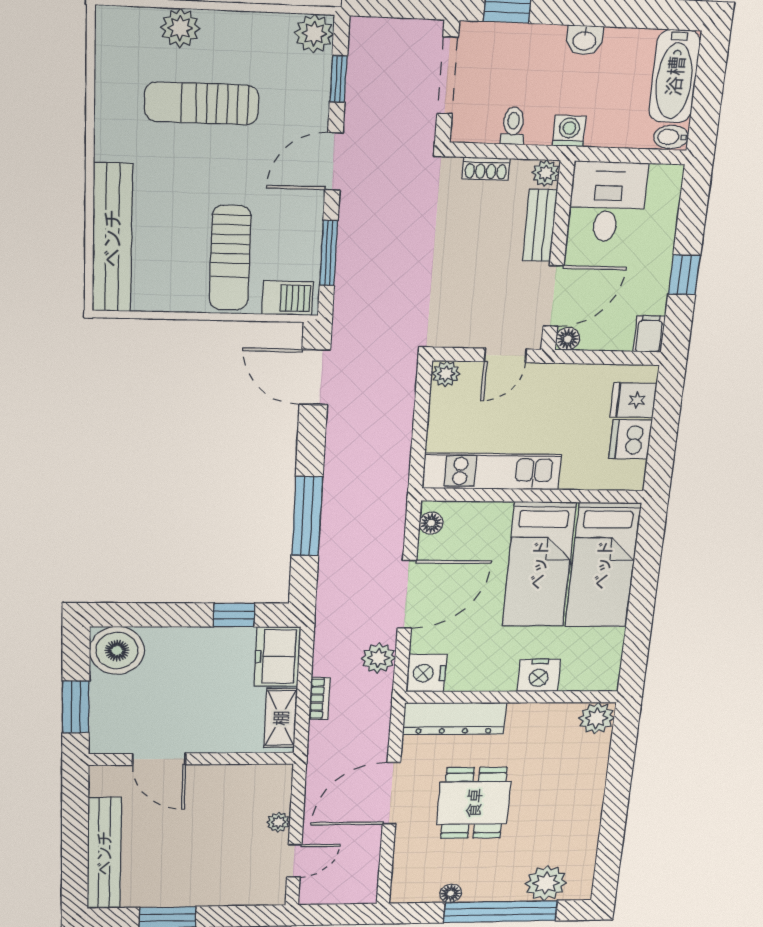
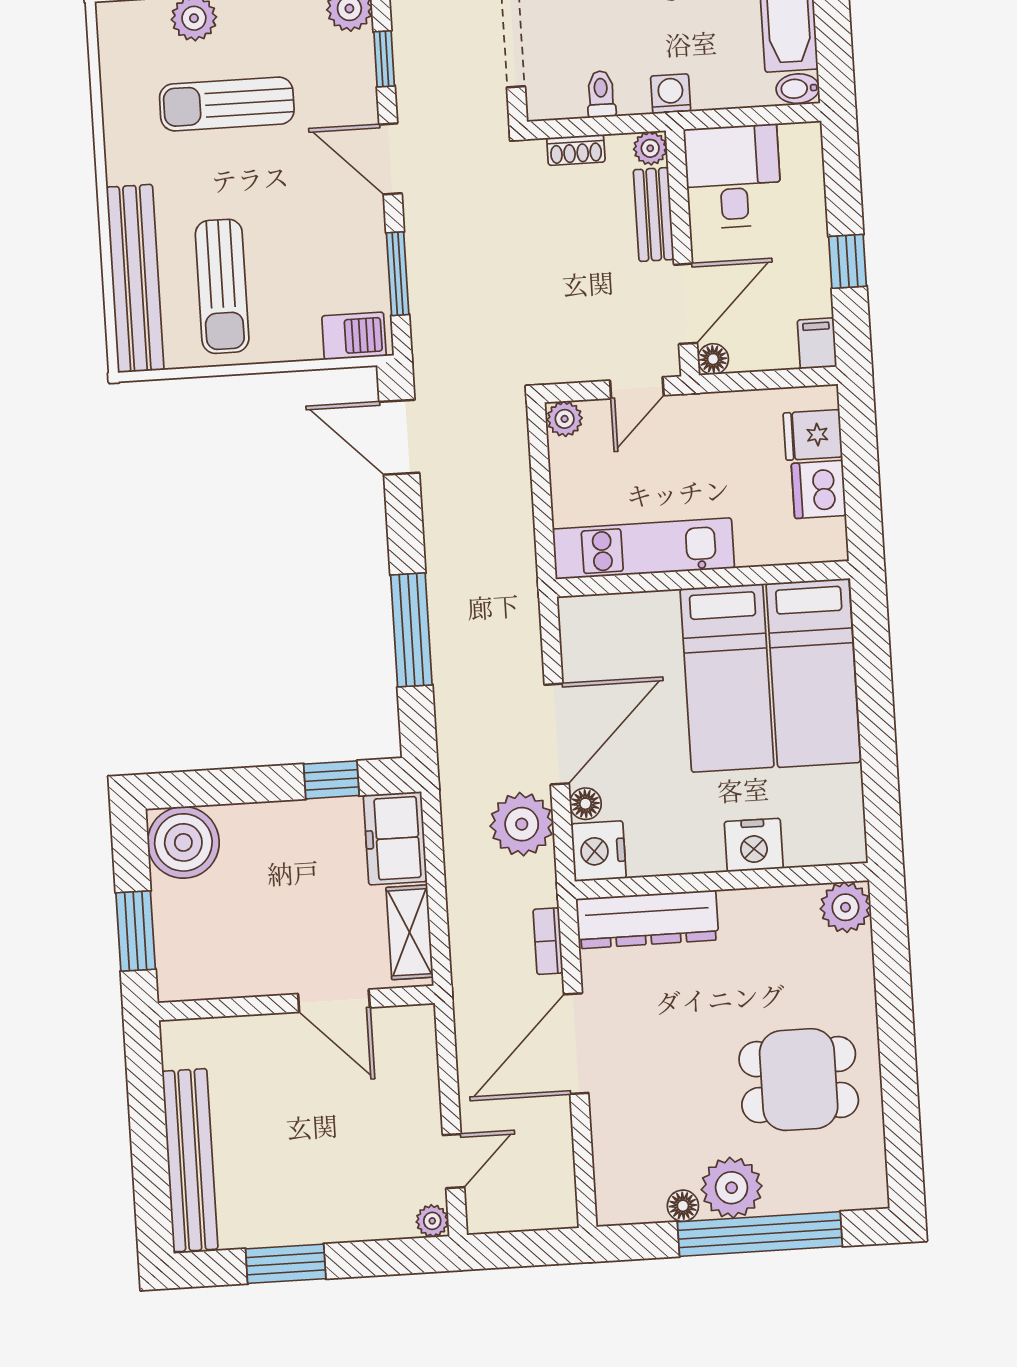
door: (334, 162) -> (390, 159), hinge flipped
sun lounger: (230, 258) -> (222, 286), moved
floor lamp: (431, 523) -> (585, 804), moved
plant: (378, 658) -> (522, 824), width x1.36, depth x1.36
bookcase: (319, 699) -> (548, 941), moved, turned 180
door: (159, 759) -> (334, 1001), moved
dining table: (474, 803) -> (799, 1080), moved, turned 90
plant: (278, 822) -> (432, 1221), moved
plant: (546, 883) -> (732, 1188), moved

